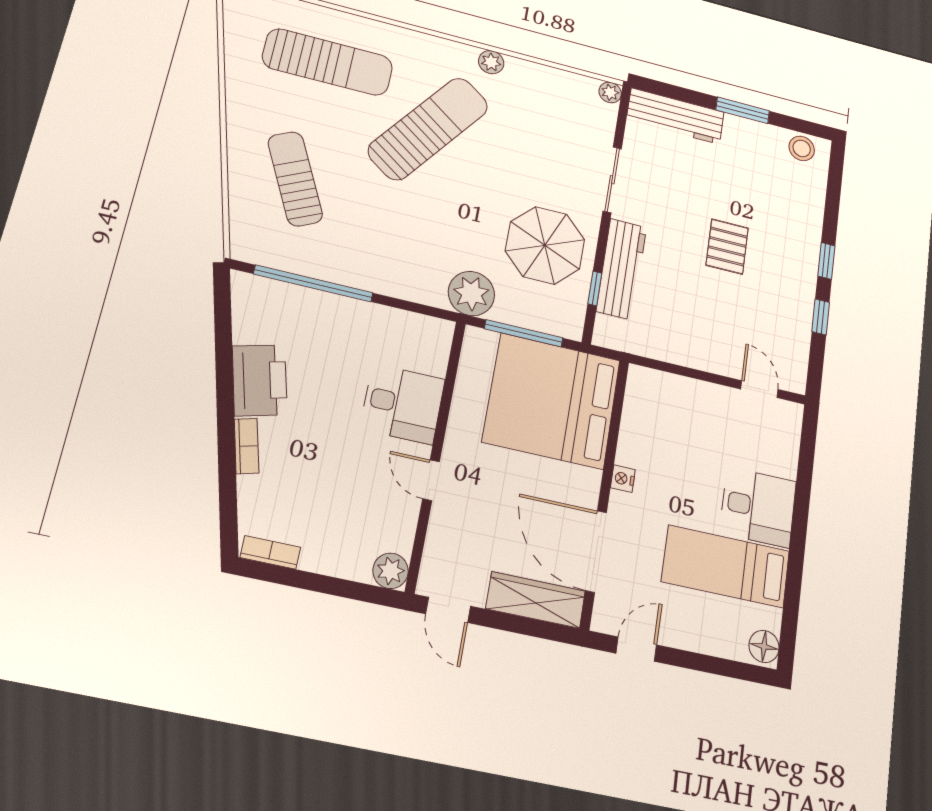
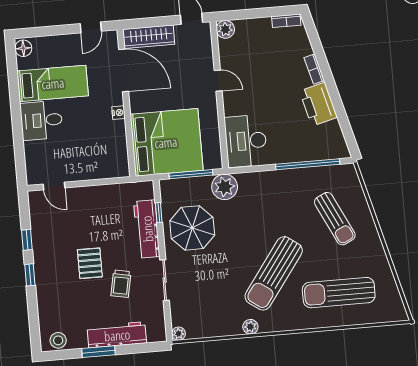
workbench: (675, 116) -> (117, 335), moved
trolley: (684, 198) -> (121, 284), added
desk: (403, 404) -> (246, 141), moved, width x1.37

